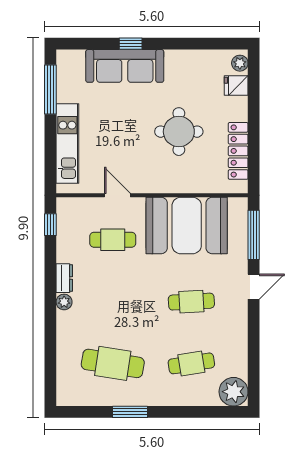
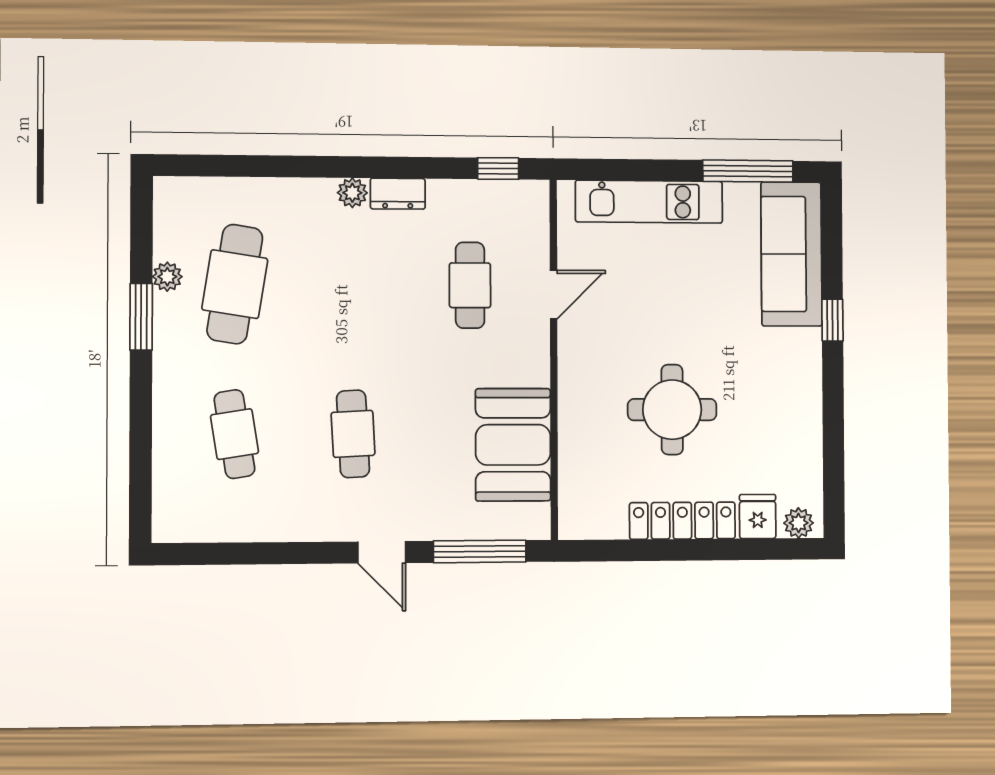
sofa: (125, 66) -> (791, 254), moved
locker: (238, 151) -> (682, 521), moved
booth: (187, 225) -> (513, 445), width x0.73, depth x0.70
plant: (234, 392) -> (167, 277), moved, width x0.53, depth x0.53

